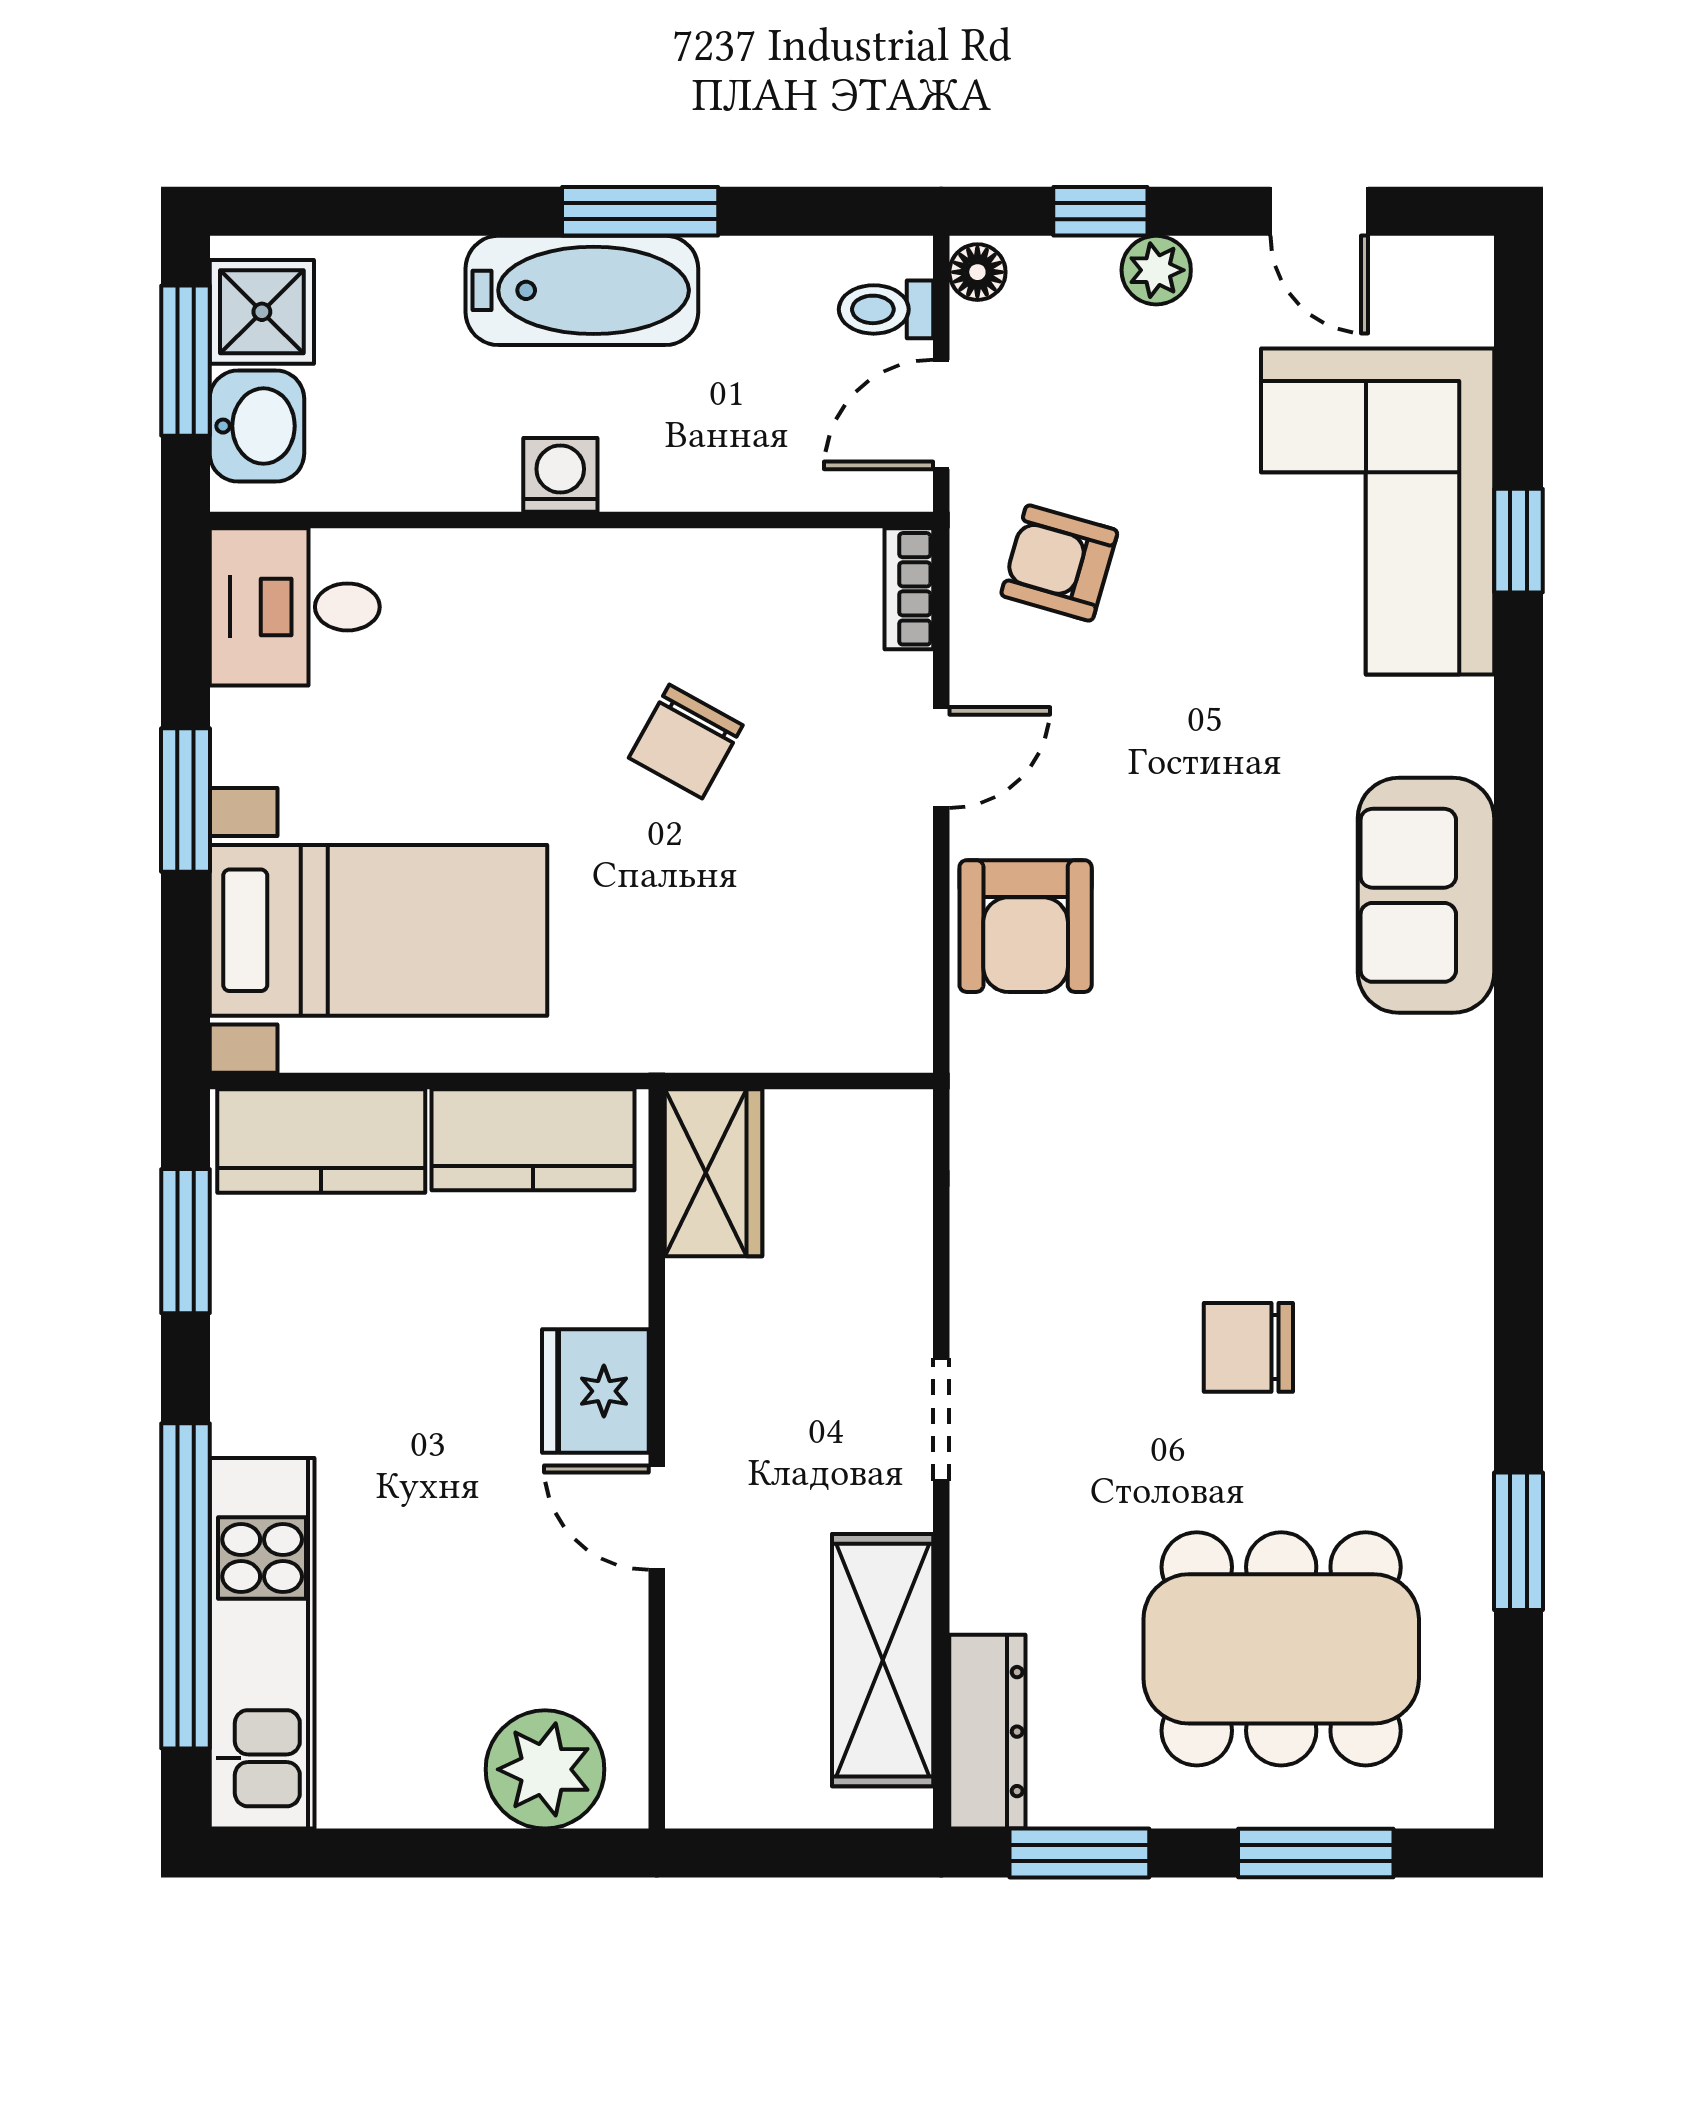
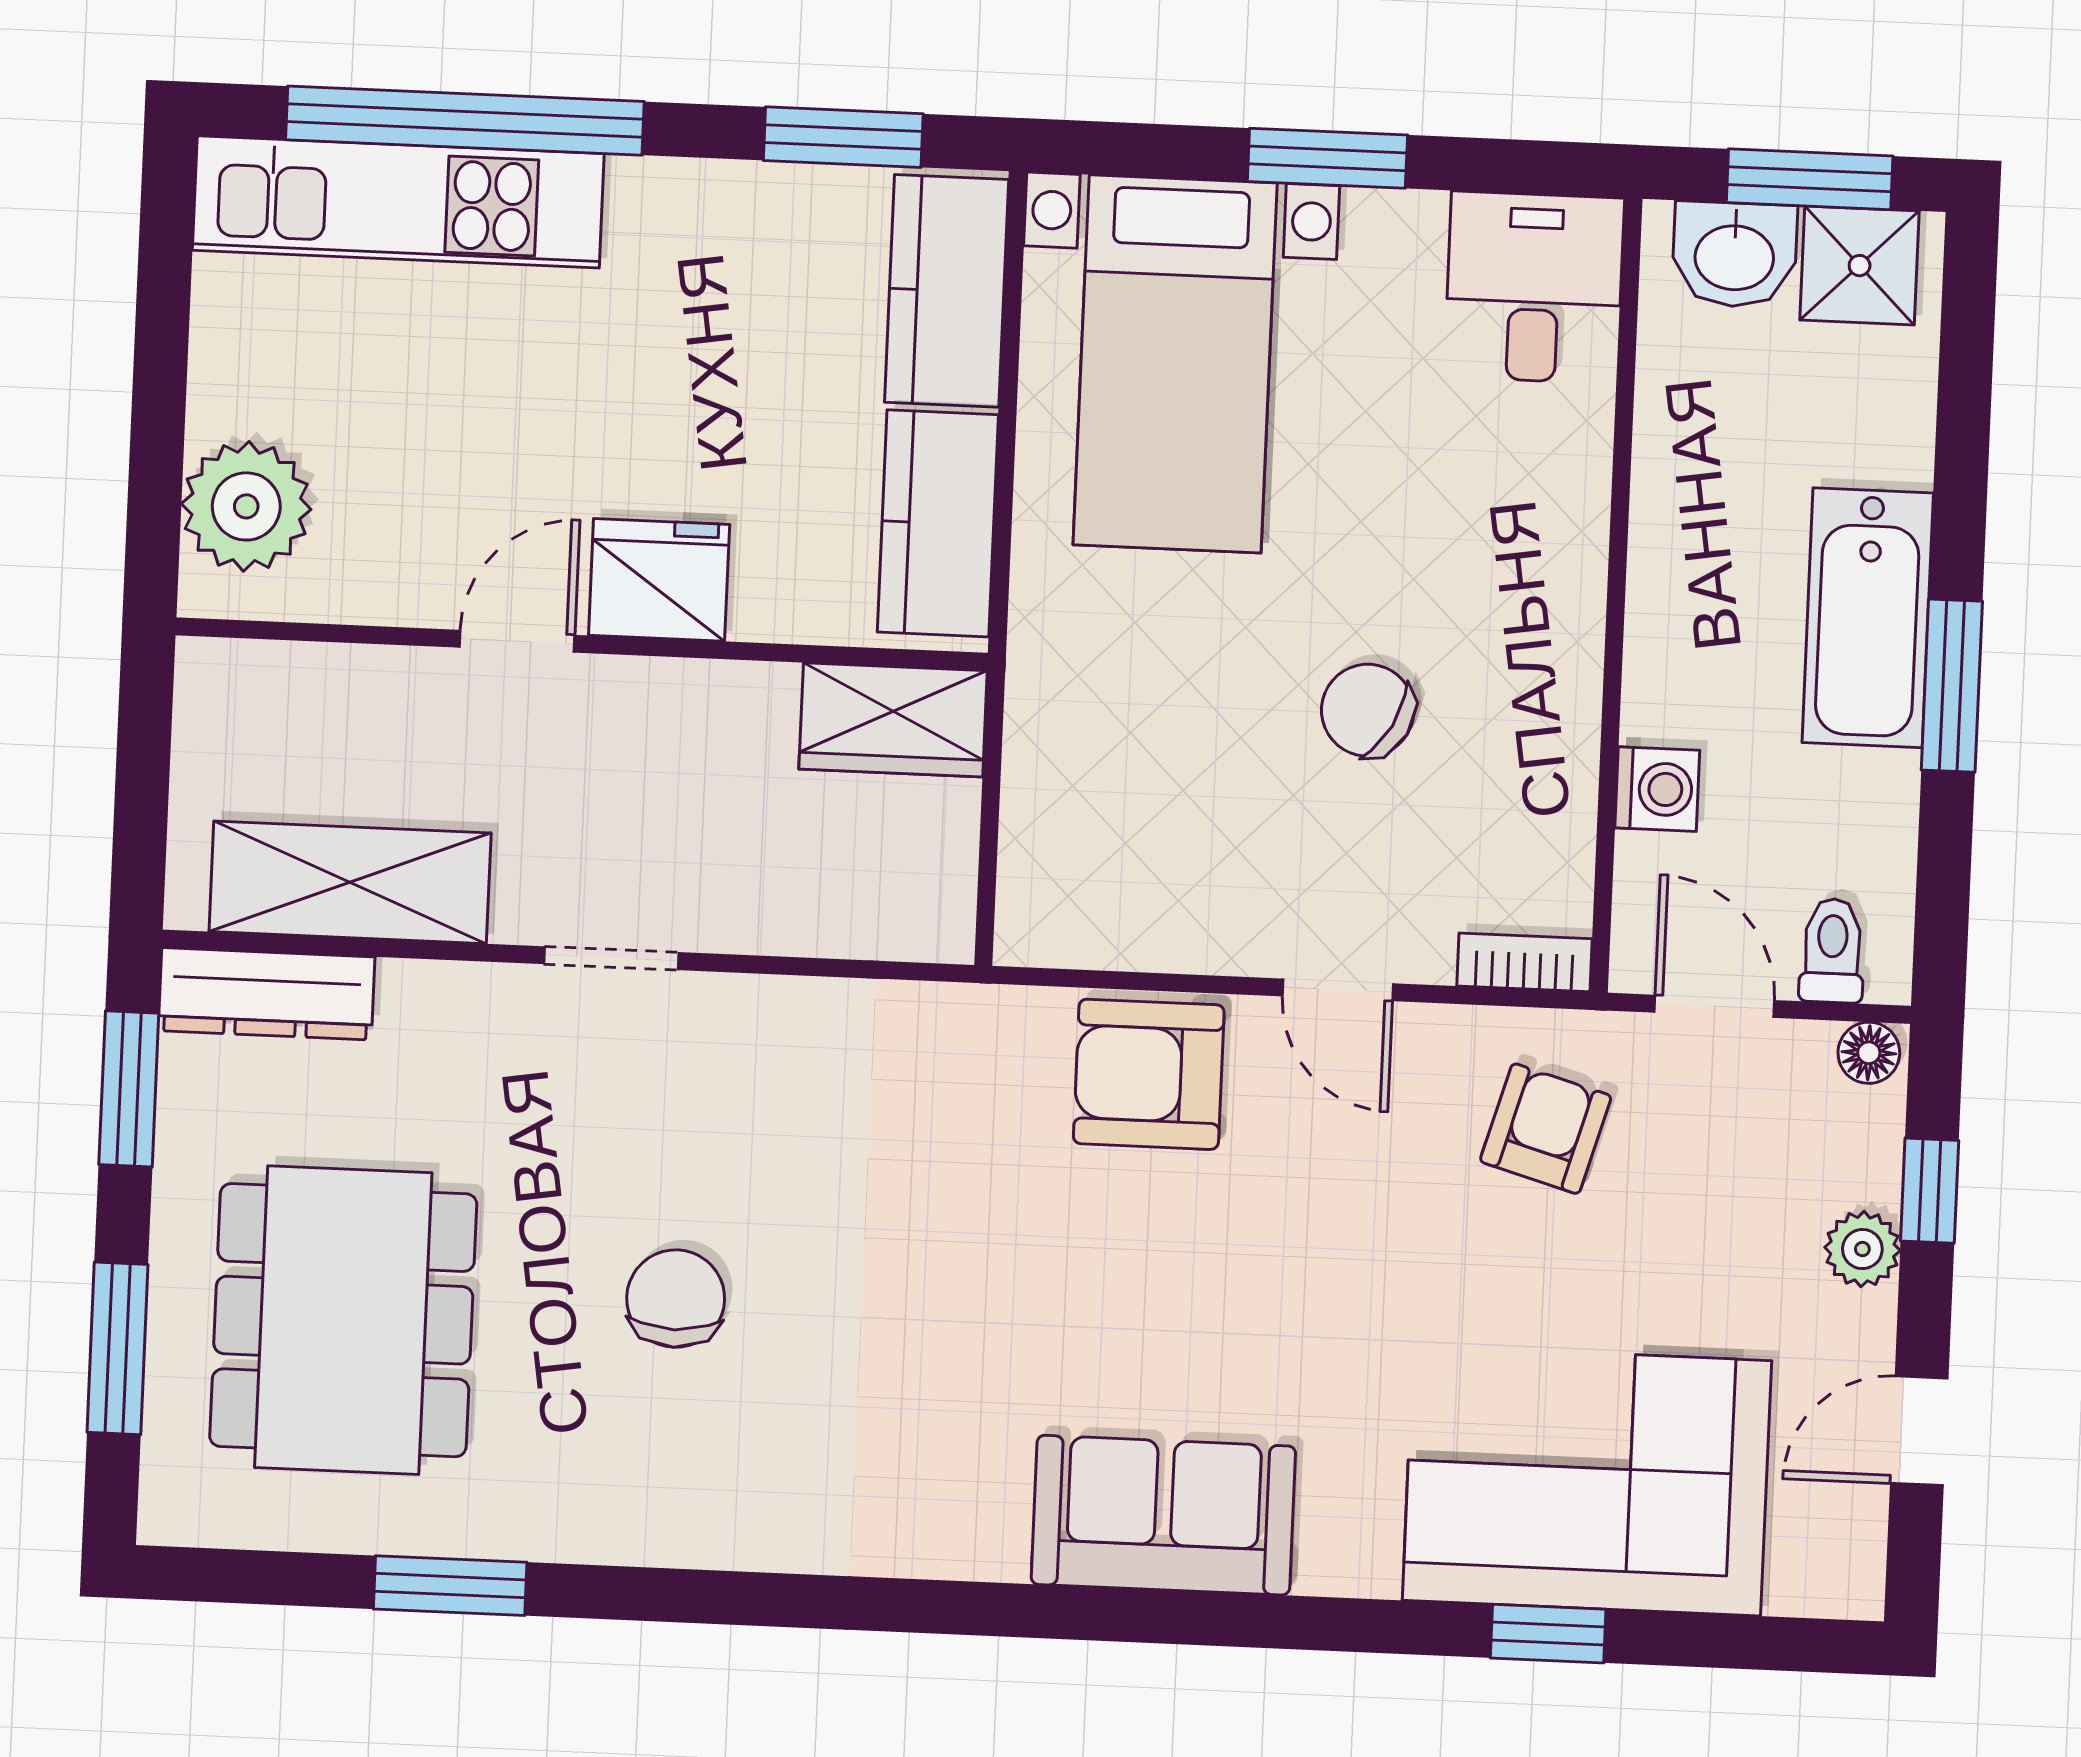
washing machine: (560, 475) -> (1657, 789), moved

